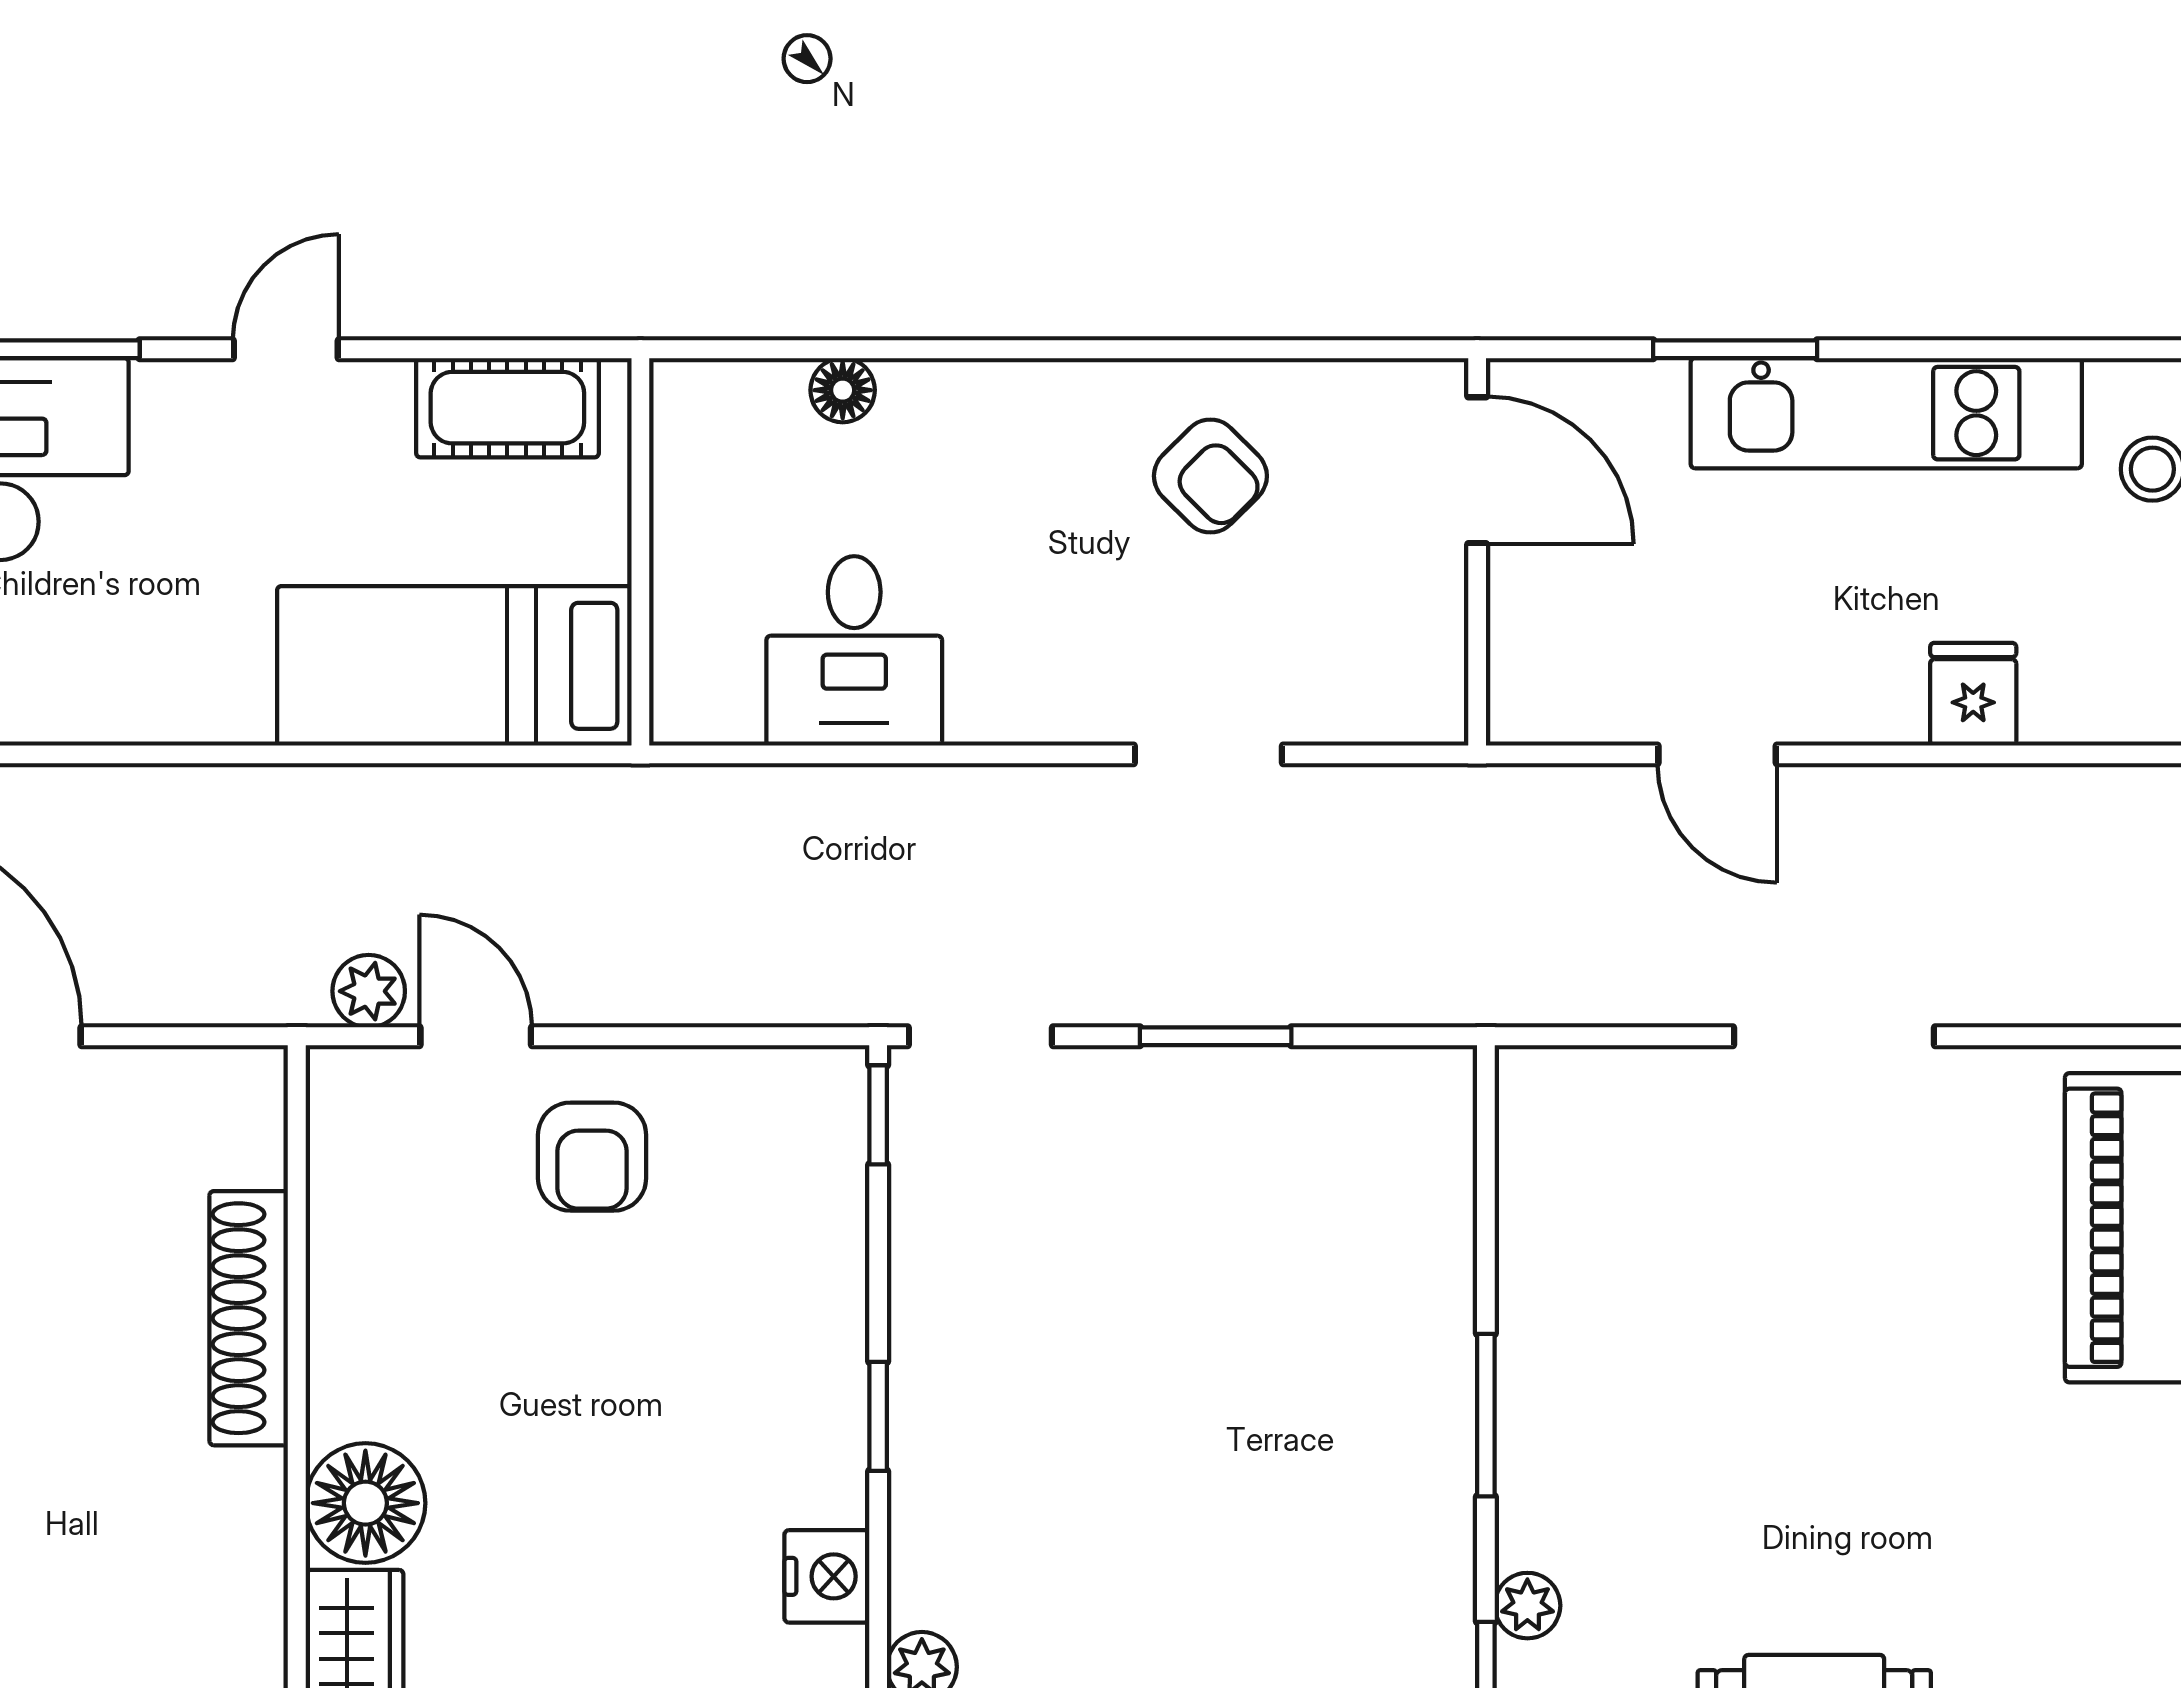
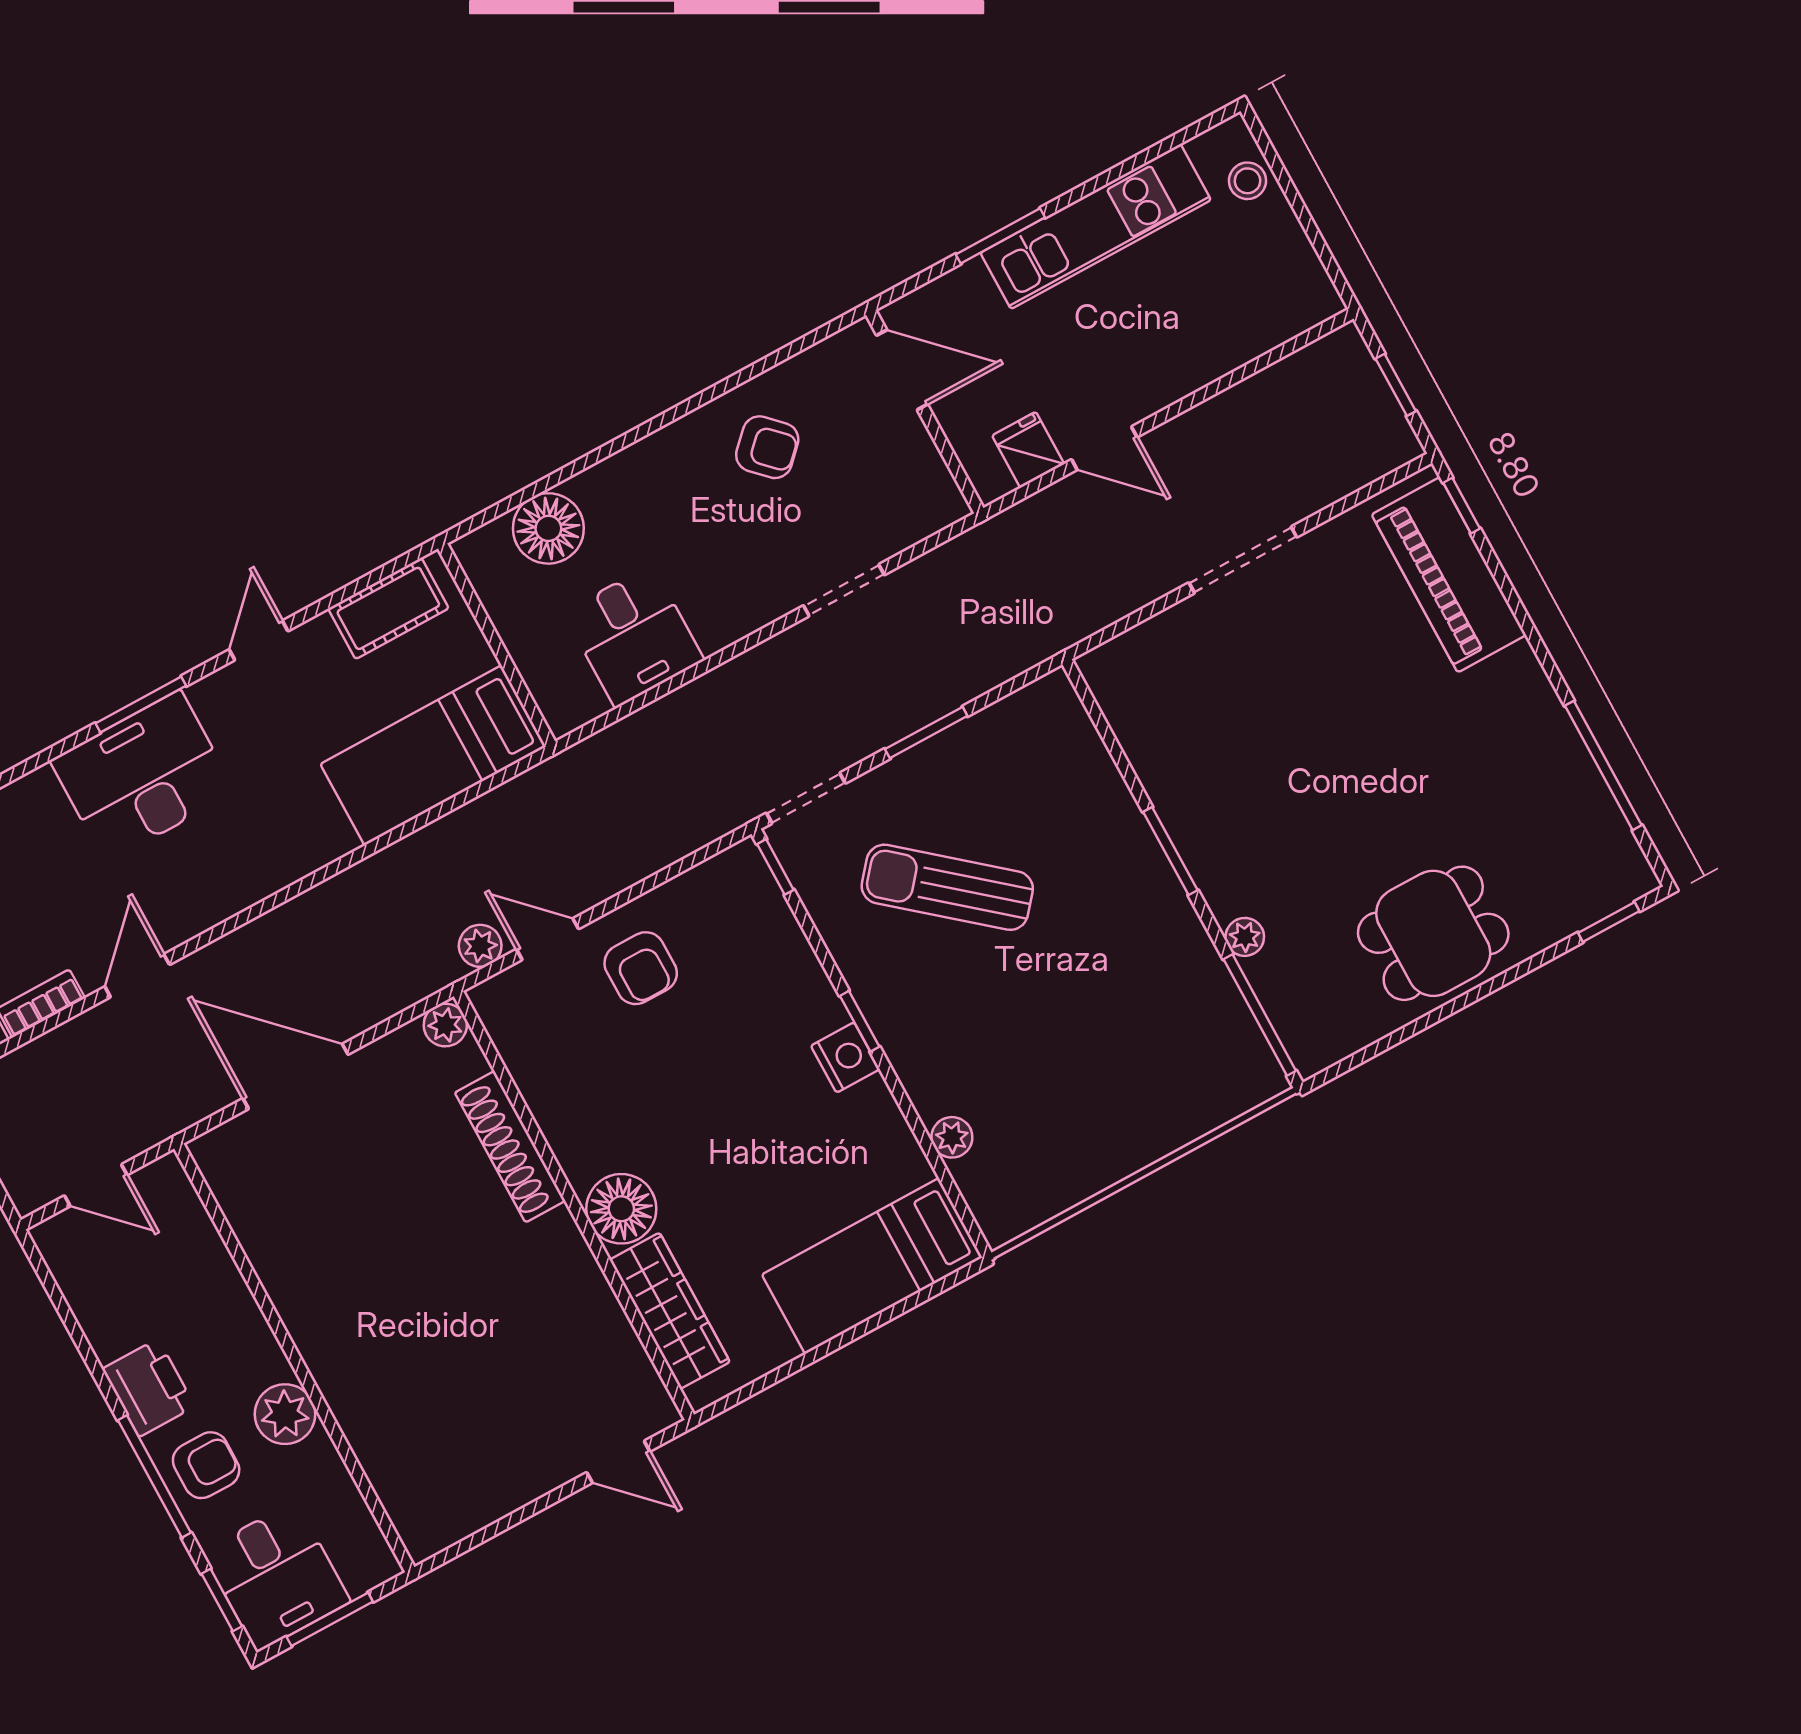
floor lamp: (843, 390) -> (548, 528), width x1.89, depth x1.89
fridge: (1973, 694) -> (1028, 450), moved
plant: (251, 1082) -> (445, 1025), added
sun lounger: (1120, 1287) -> (947, 887), added
nightstand: (827, 1576) -> (845, 1057), moved

